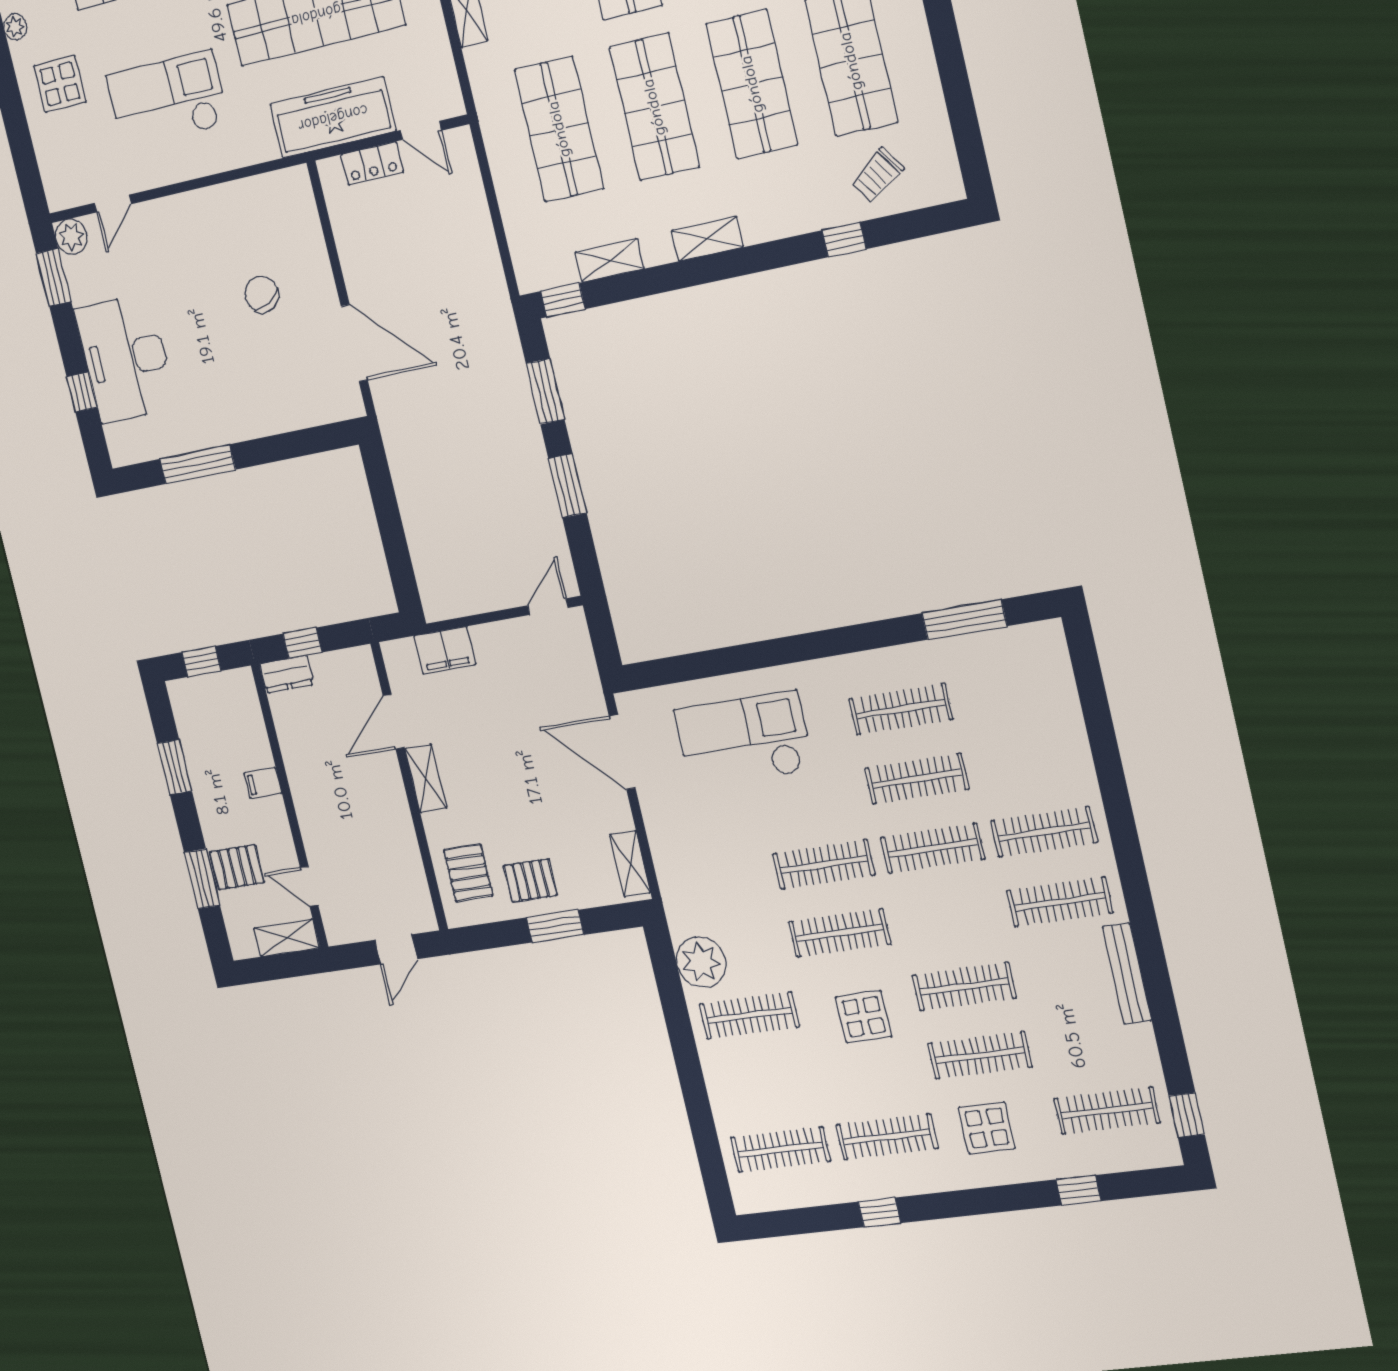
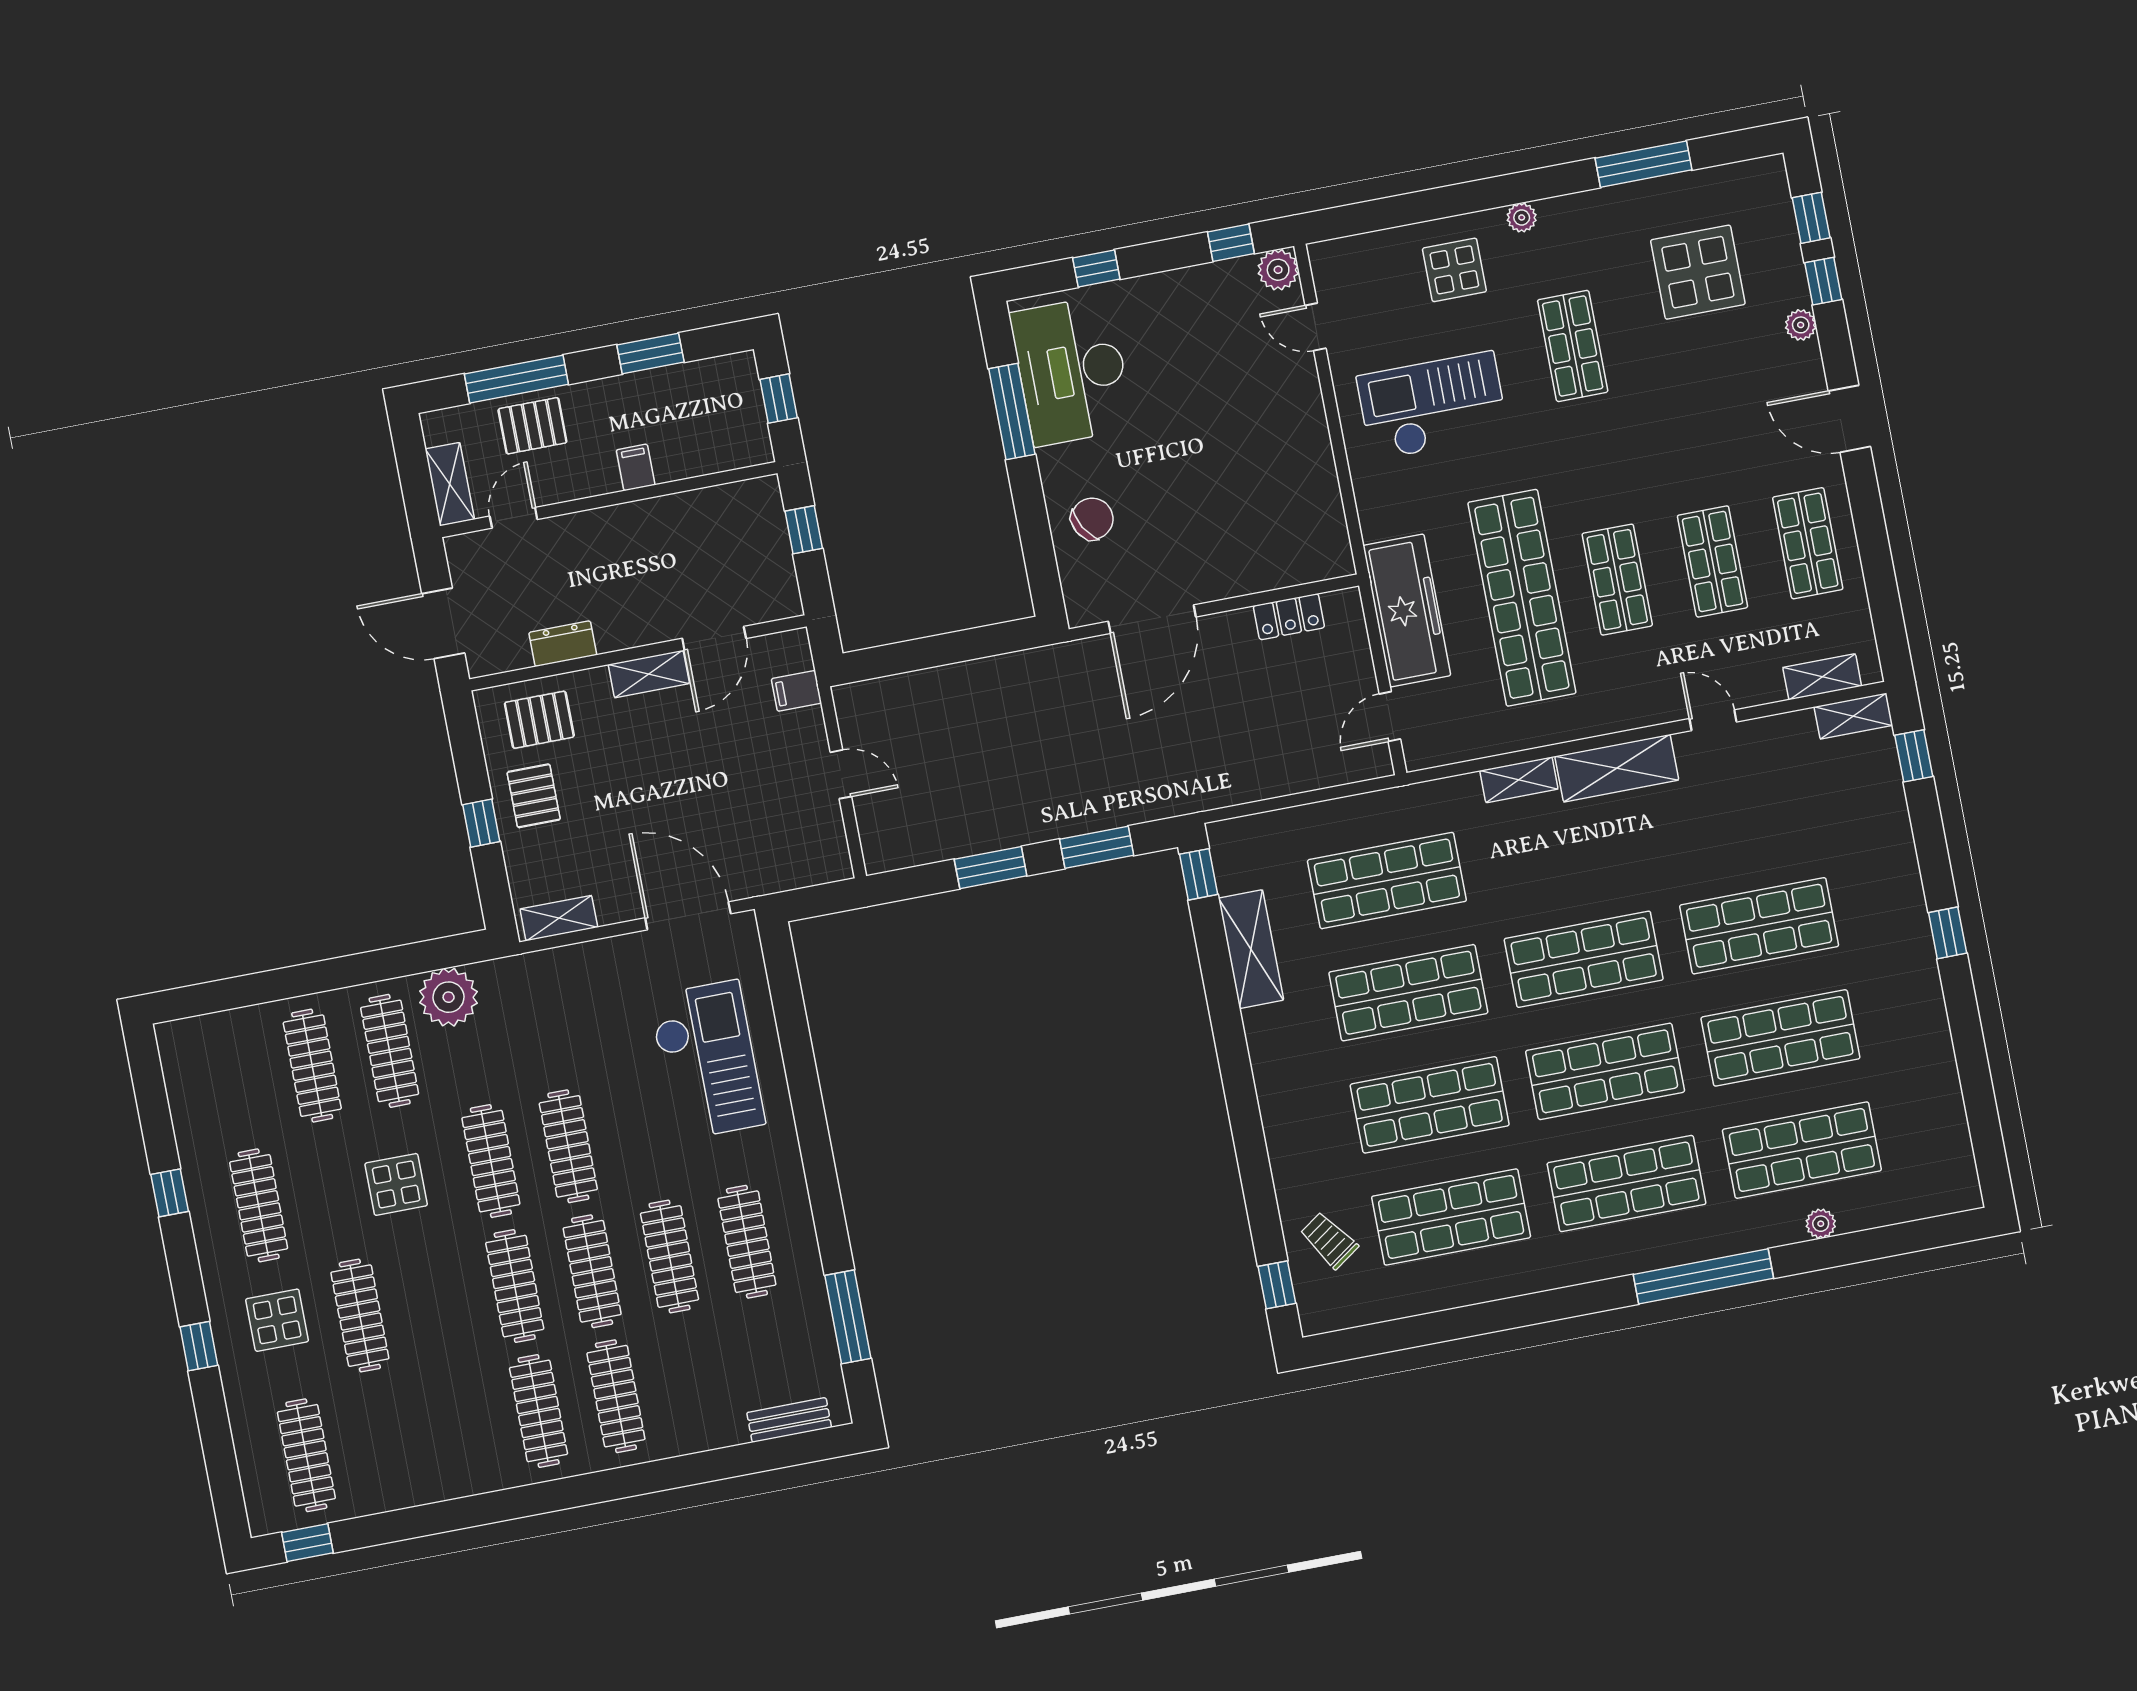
checkout: (167, 100) -> (1433, 406), turned -90
locker: (372, 163) -> (1289, 617), moved, turned -90
shelving: (707, 239) -> (1264, 1046), removed
window: (844, 240) -> (1277, 1285), moved
shelving: (610, 260) -> (1251, 949), width x1.50, depth x1.33
window: (54, 277) -> (1231, 243), width x0.67
chair: (262, 294) -> (1092, 519), moved
desk: (126, 358) -> (1072, 371), moved, turned -90
door: (548, 607) -> (841, 774), moved
filing cabinet: (445, 650) -> (796, 691), width x0.50
dresser: (287, 674) -> (563, 644), moved, turned 90
door: (394, 722) -> (714, 638), swing flipped
door: (622, 752) -> (688, 916), hinge flipped
pallet: (237, 867) -> (532, 426), turned 90
window: (202, 879) -> (516, 379), width x1.44
window: (555, 926) -> (481, 823), width x0.67
door: (396, 949) -> (443, 623), width x1.38
bench: (1127, 974) -> (789, 1420), moved, width x0.73
clothes rail: (964, 986) -> (515, 1286), moved
clothes rail: (781, 1149) -> (312, 1066), moved
window: (1078, 1190) -> (199, 1346), moved

